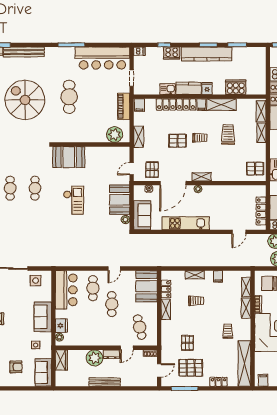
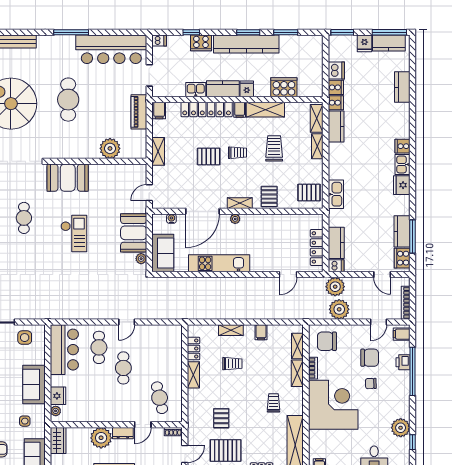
plant: (115, 135) -> (110, 148), moved
pallet: (152, 170) -> (269, 197), moved
booth: (147, 286) -> (168, 345), removed

